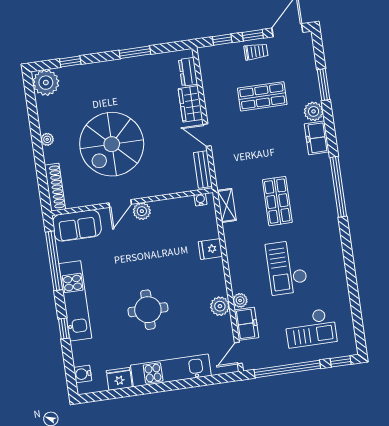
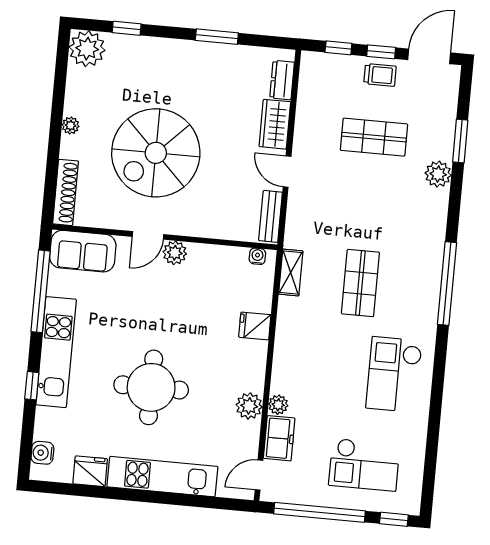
freezer: (317, 138) -> (434, 211), removed
checkout: (287, 267) -> (394, 374), moved
round table: (148, 310) -> (151, 387), width x1.36, depth x1.36

